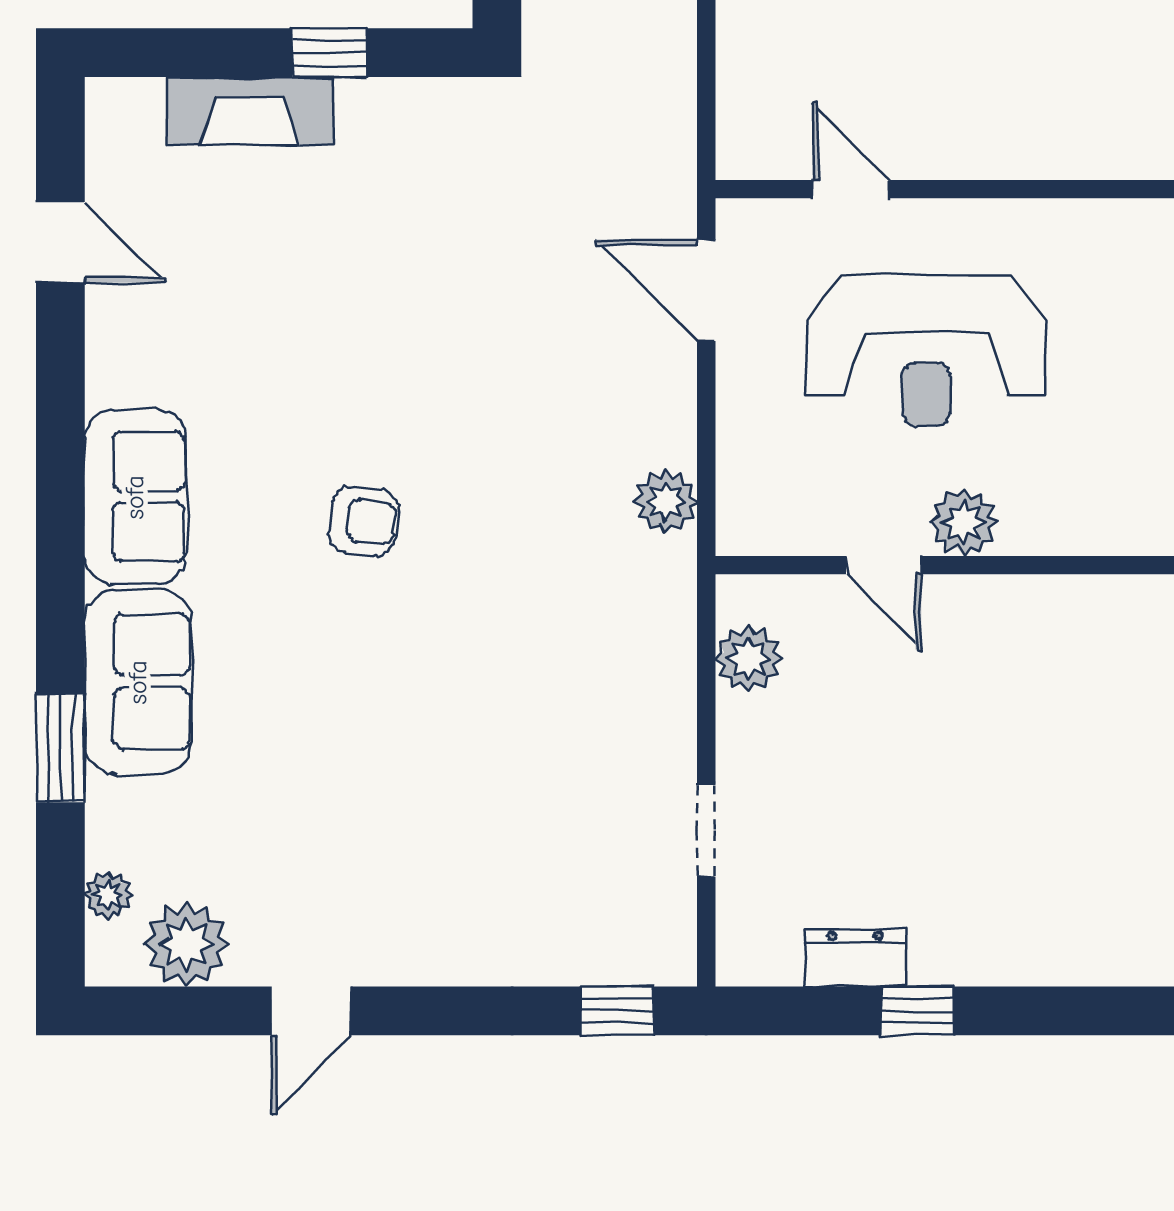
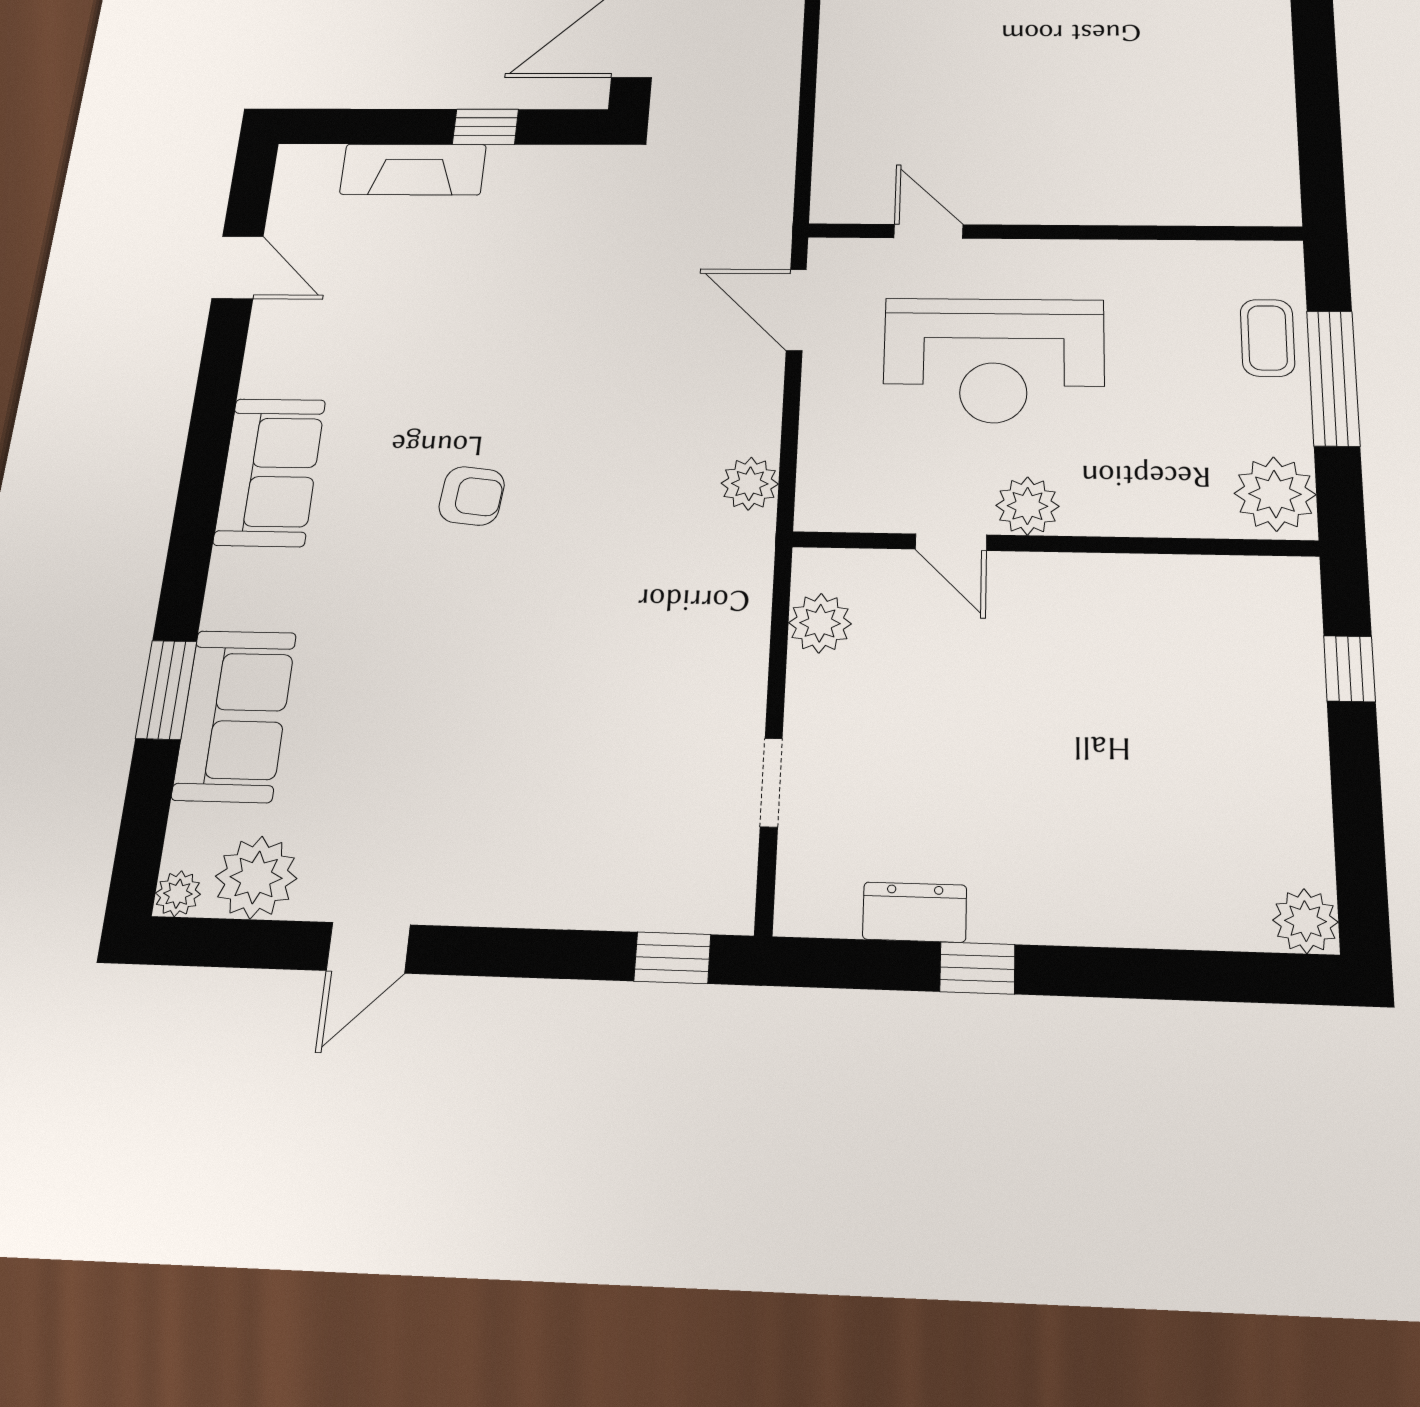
sofa: (138, 682) -> (234, 716), moved
plant: (108, 895) -> (178, 894), moved

